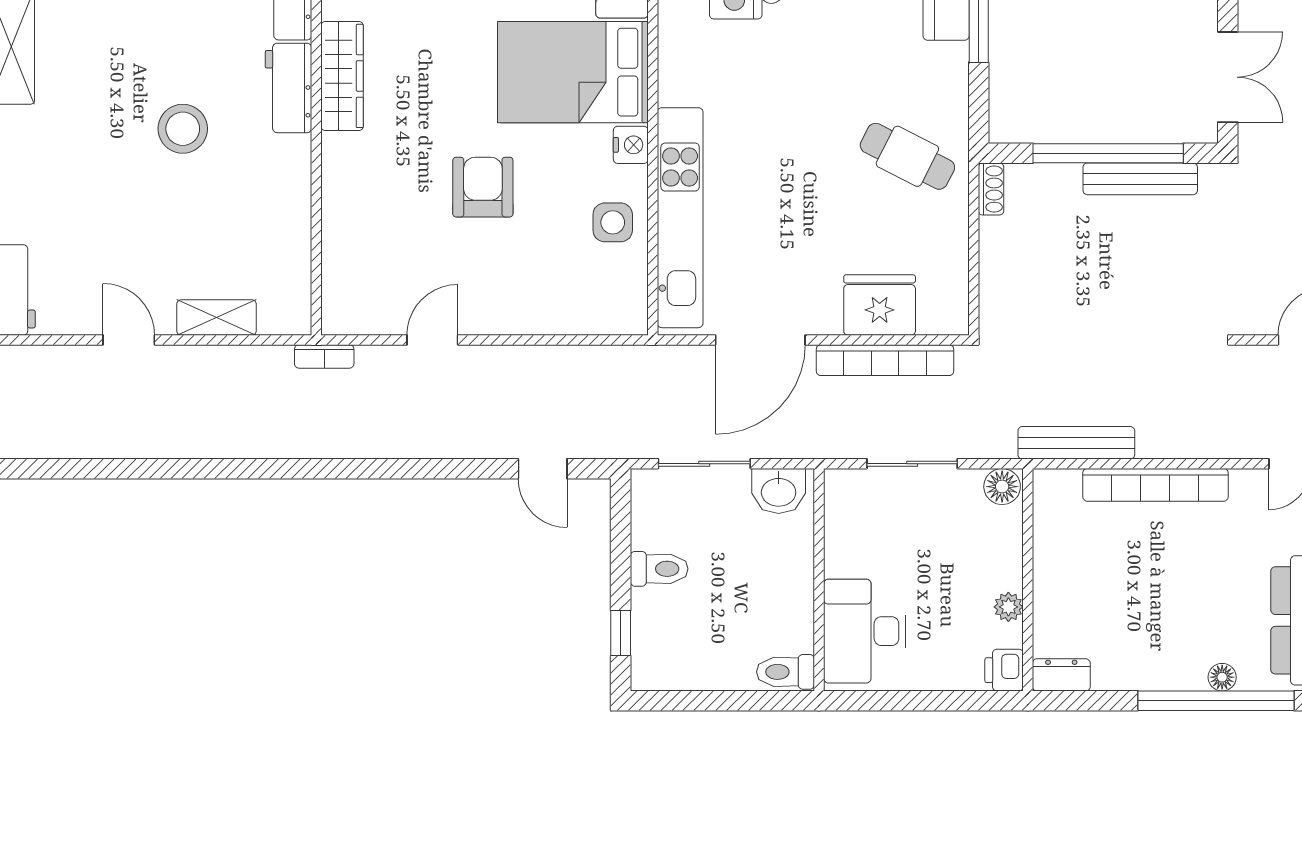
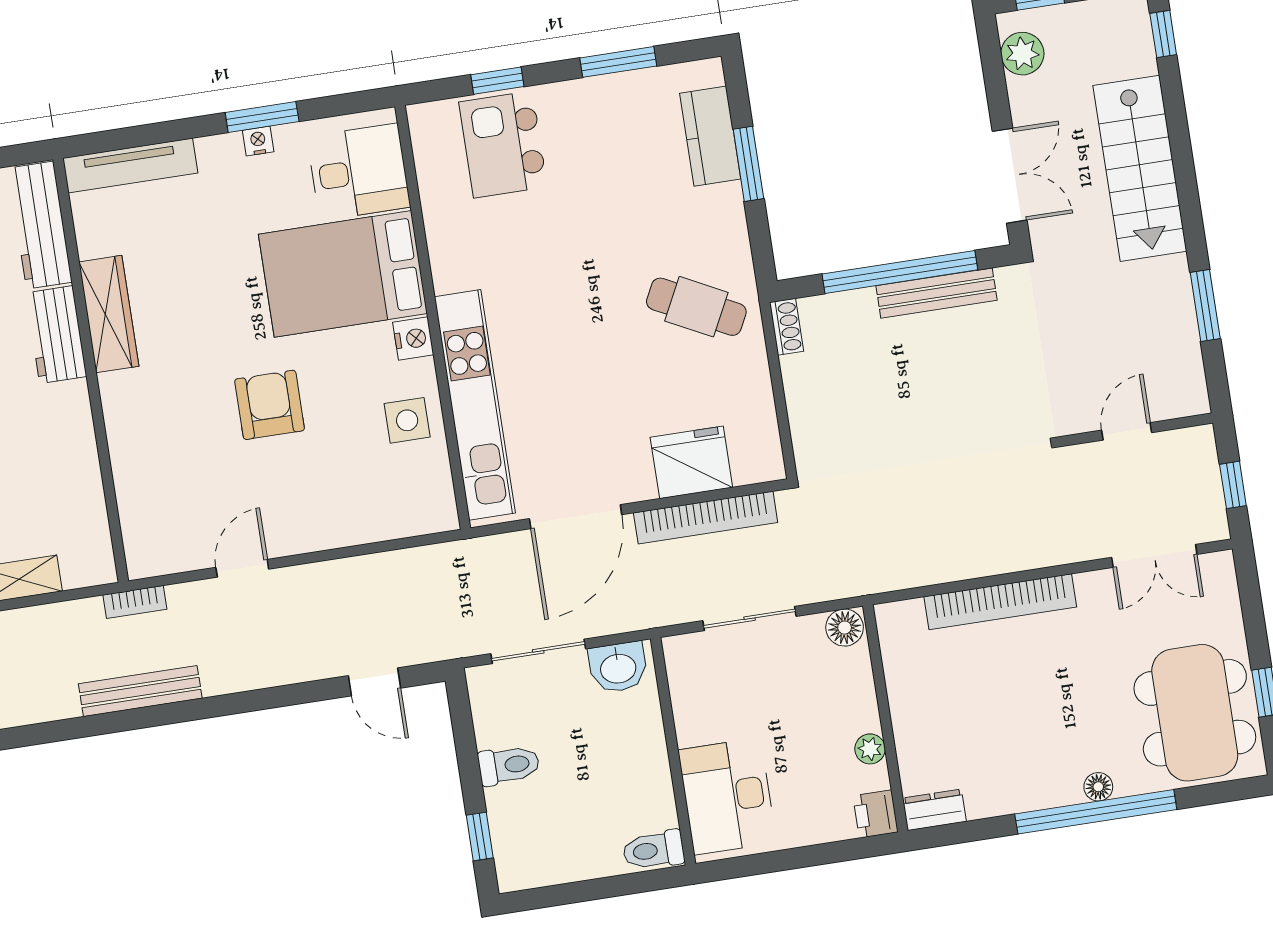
bench: (1076, 443) -> (140, 691), moved

